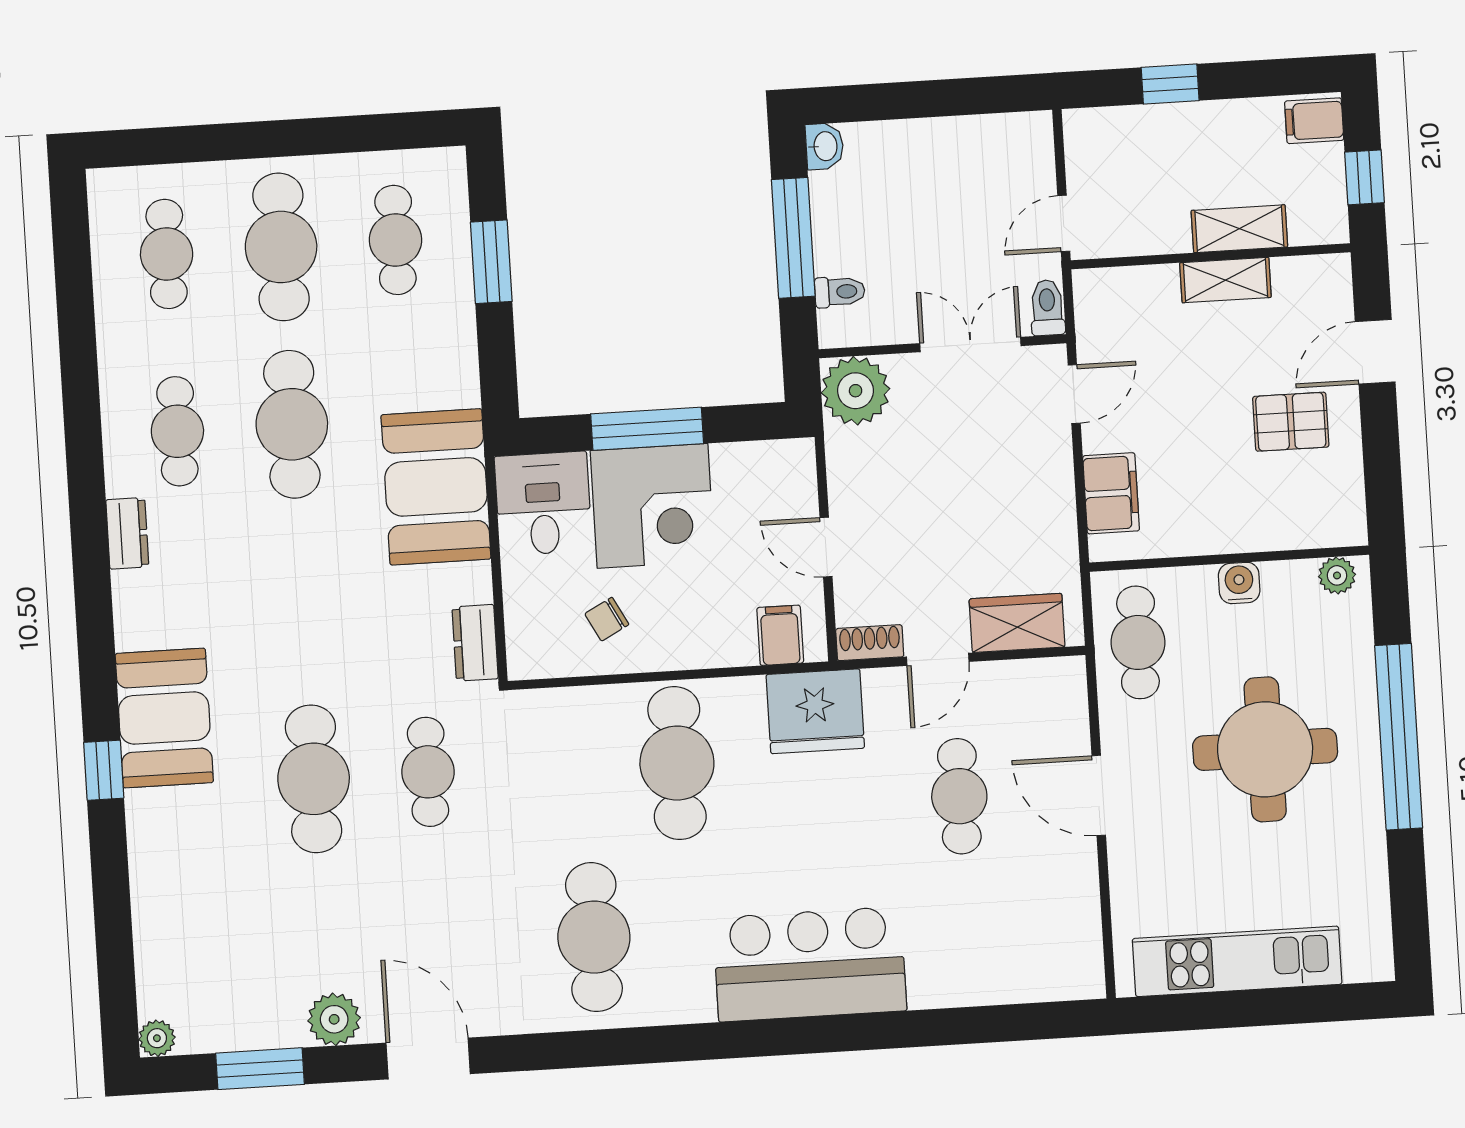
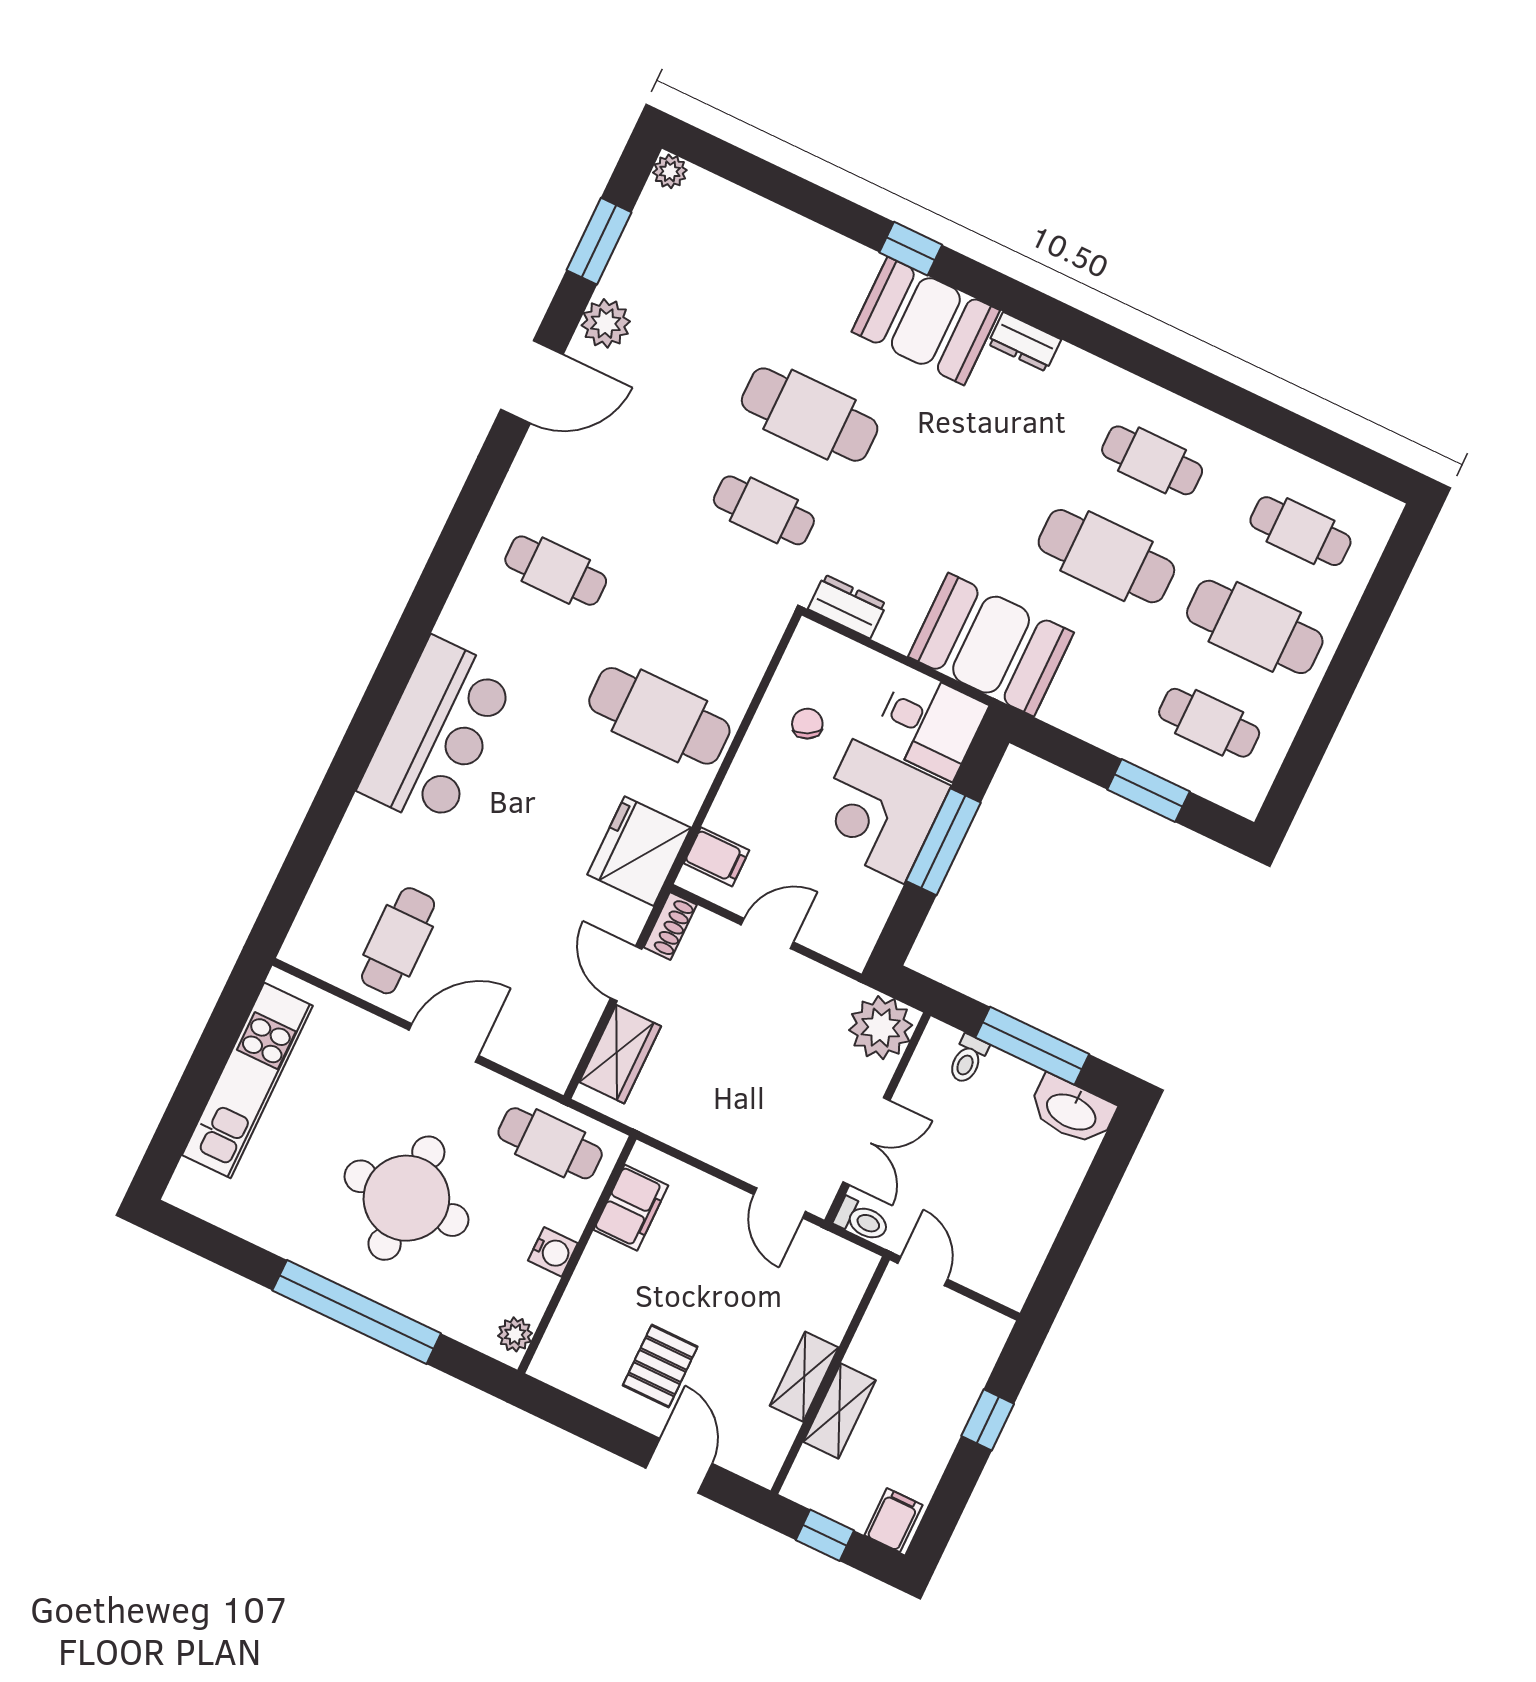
washbasin: (824, 146) -> (1072, 1111), width x1.91, depth x1.45
filing cabinet: (1111, 493) -> (631, 1208), moved, turned -90
dresser: (127, 533) -> (1024, 342), moved
cafe table: (959, 796) -> (398, 941), moved, turned 90
cafe table: (594, 937) -> (556, 571), width x0.73, depth x0.74

